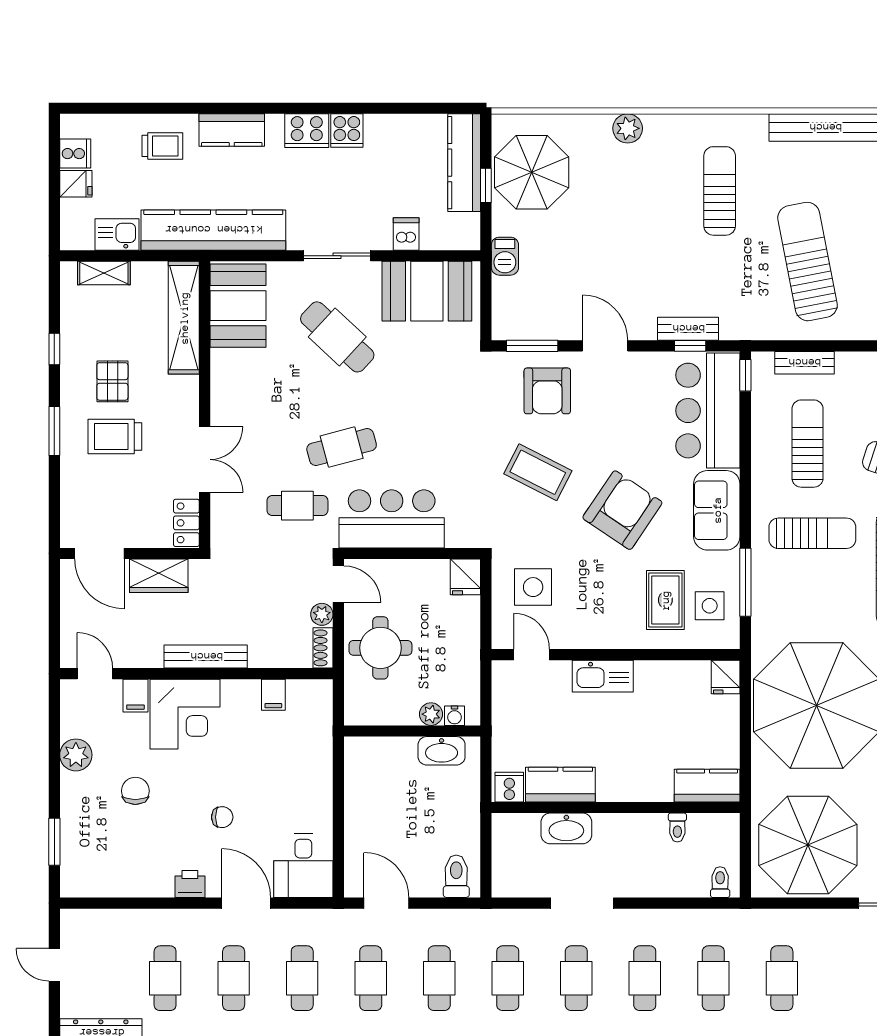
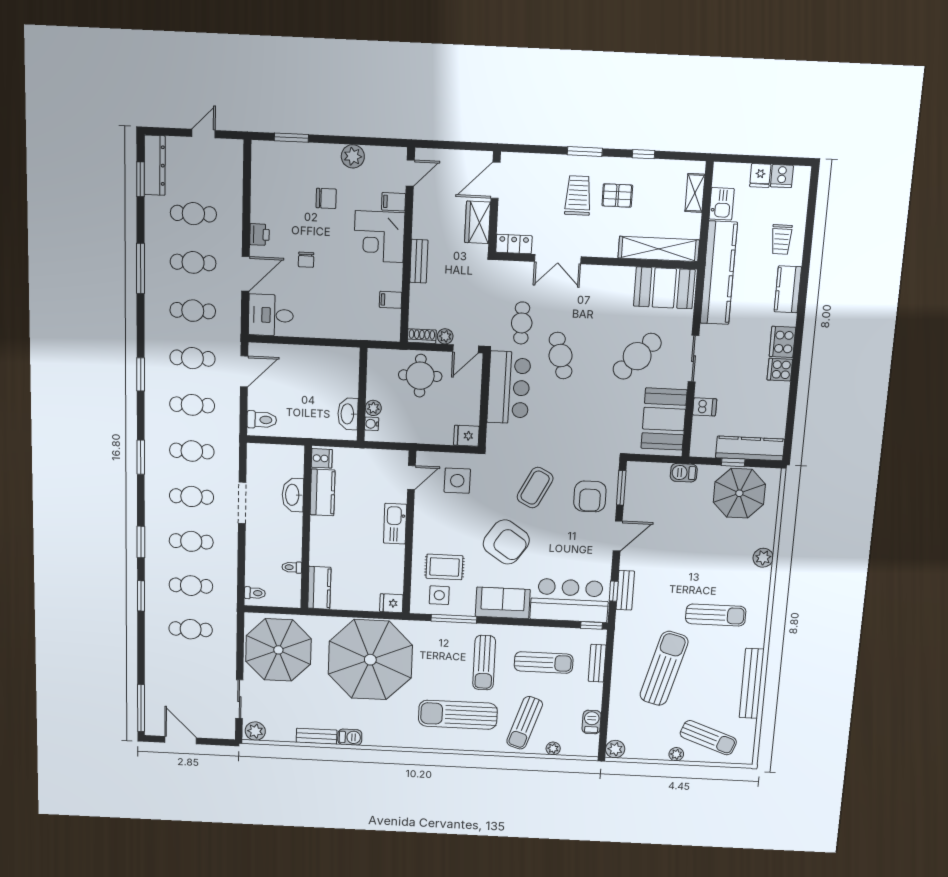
sun lounger: (808, 262) -> (664, 668), turned -64
armchair: (547, 391) -> (590, 496), turned -90
bench: (206, 657) -> (419, 261), width x0.73

